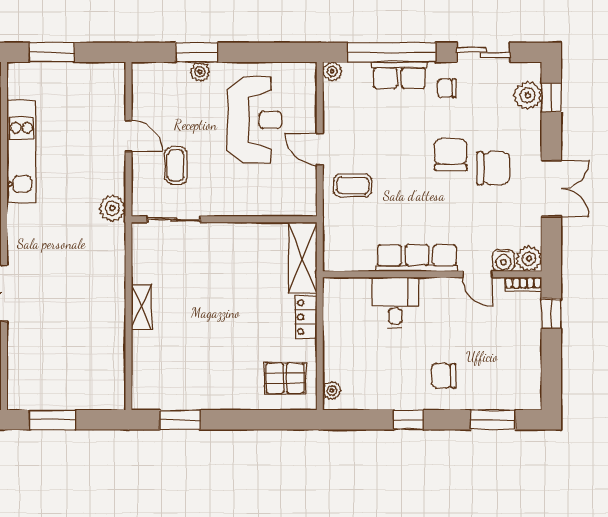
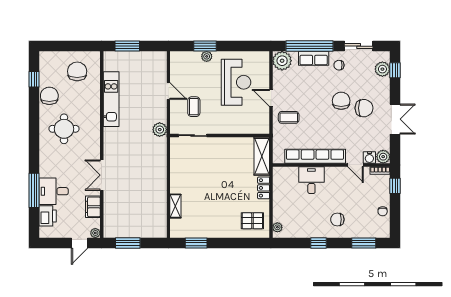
plant: (332, 71) -> (282, 61), width x1.88, depth x1.88
row of seats: (417, 258) -> (315, 156), width x1.36
shelving: (141, 307) -> (175, 206), moved
chair: (528, 361) -> (383, 211), added

